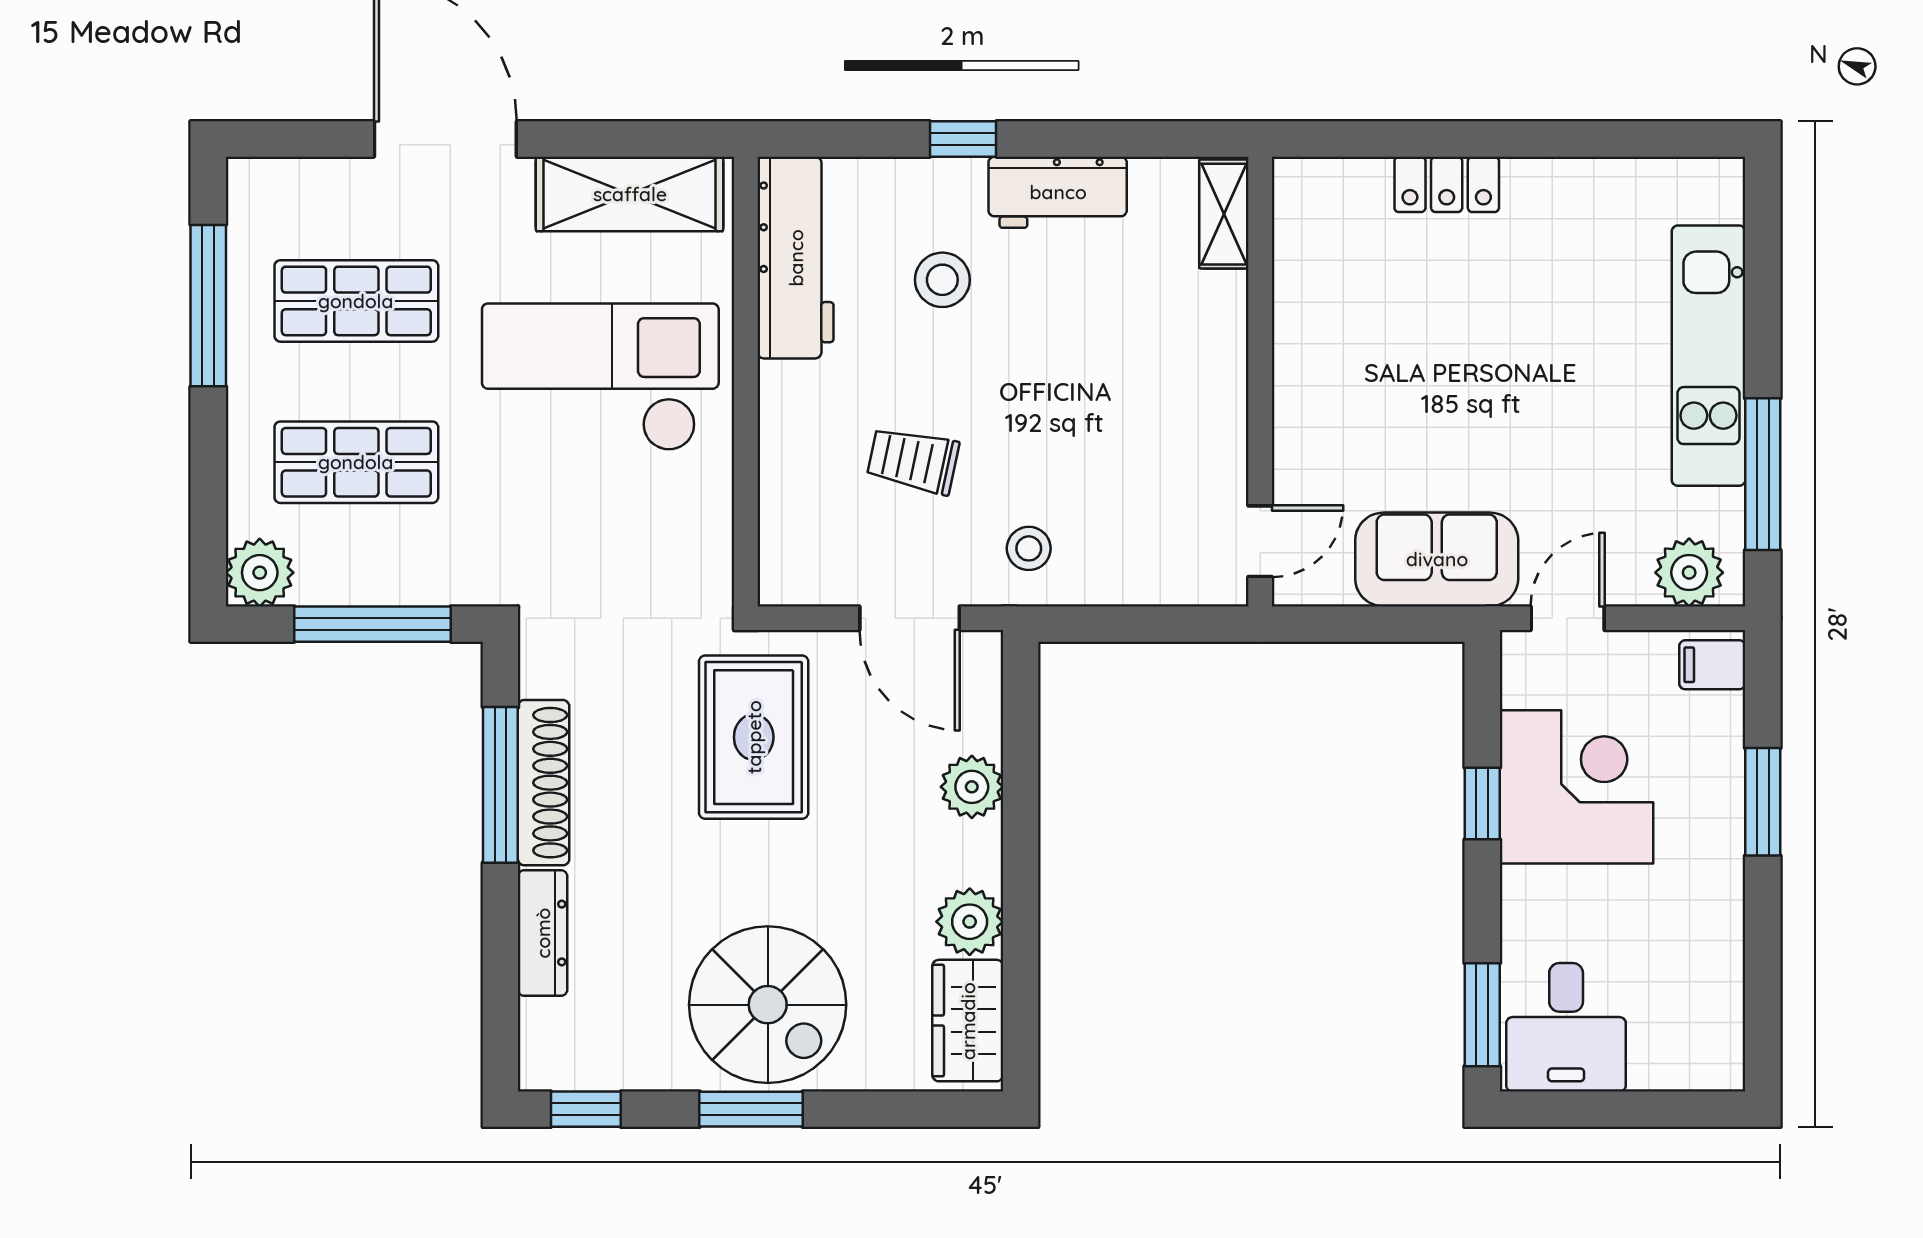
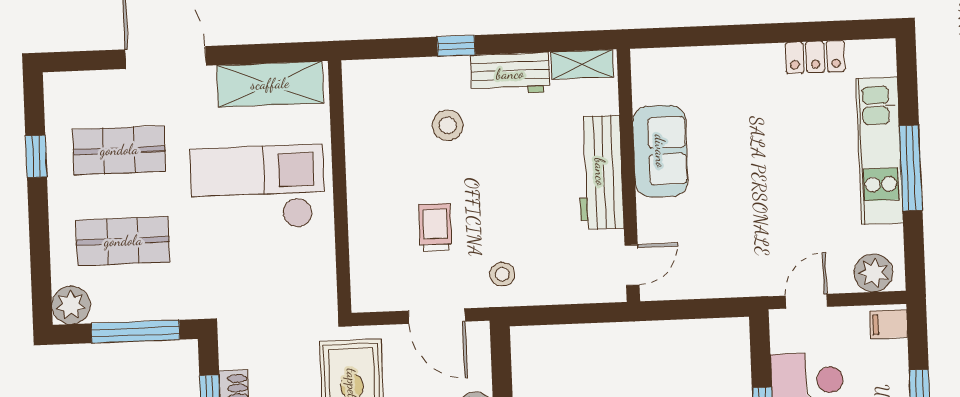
locker: (1447, 184) -> (815, 57), moved
shelving: (1224, 214) -> (582, 64), moved, turned 90
workbench: (796, 258) -> (600, 172), moved, turned 180
window: (208, 306) -> (36, 156), width x0.46
trolley: (913, 460) -> (435, 227), turned 78
window: (1763, 474) -> (911, 168), moved
sofa: (1437, 559) -> (660, 151), moved, turned 90

